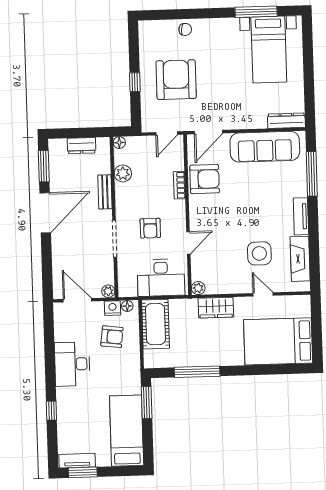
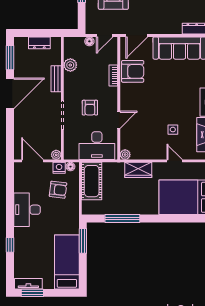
floor lamp: (119, 143) -> (89, 41), moved
side table: (259, 253) -> (173, 130), width x0.54, depth x0.54

